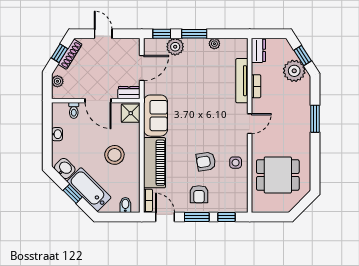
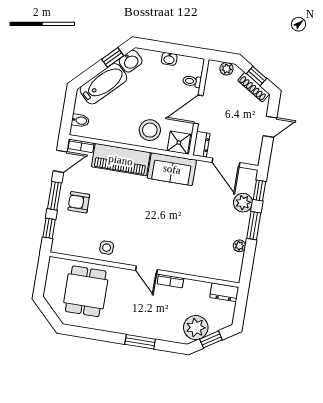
tv unit: (242, 81) -> (194, 269), removed
bookcase: (256, 86) -> (170, 281), moved
stool: (114, 155) -> (150, 130), moved
armchair: (206, 161) -> (113, 216), removed
window: (73, 194) -> (113, 57), moved

